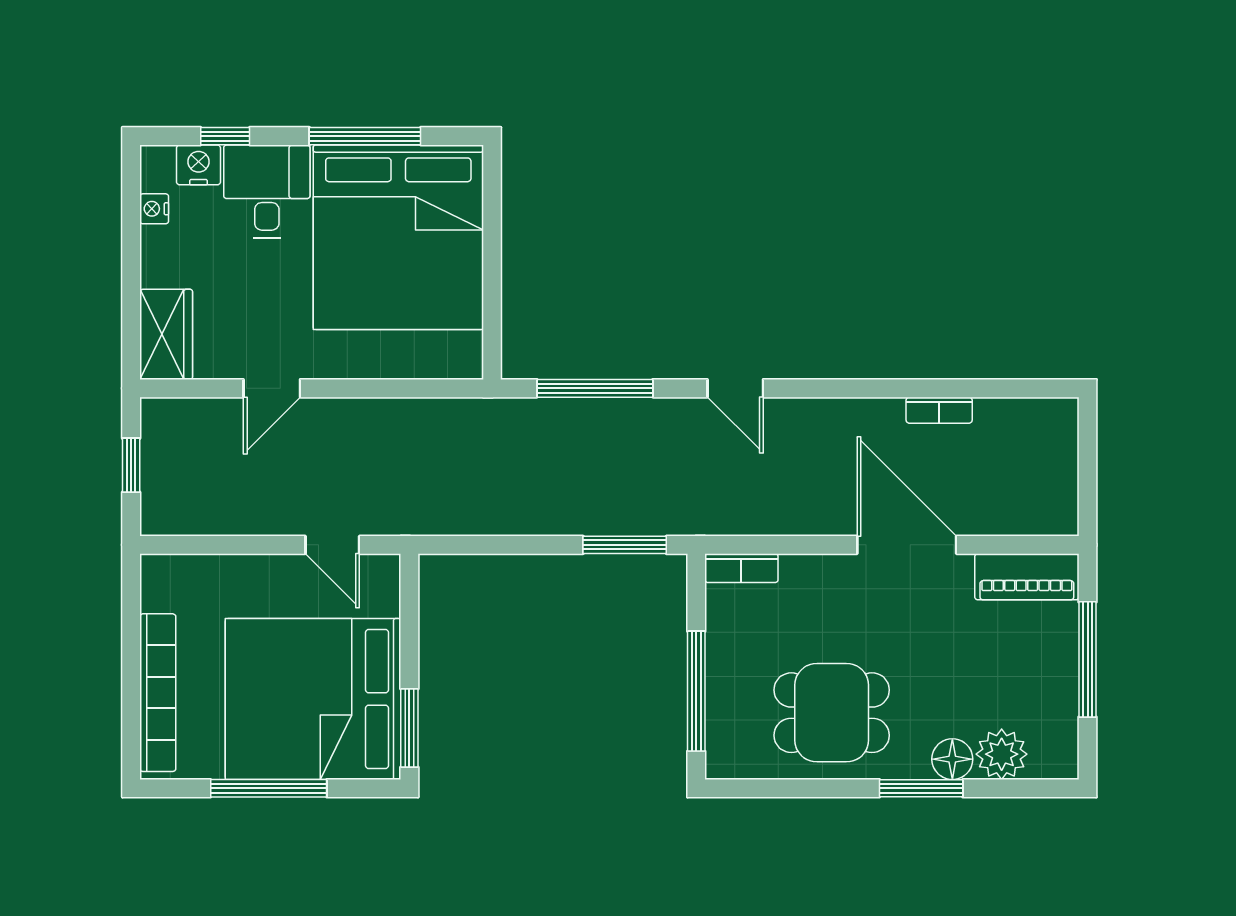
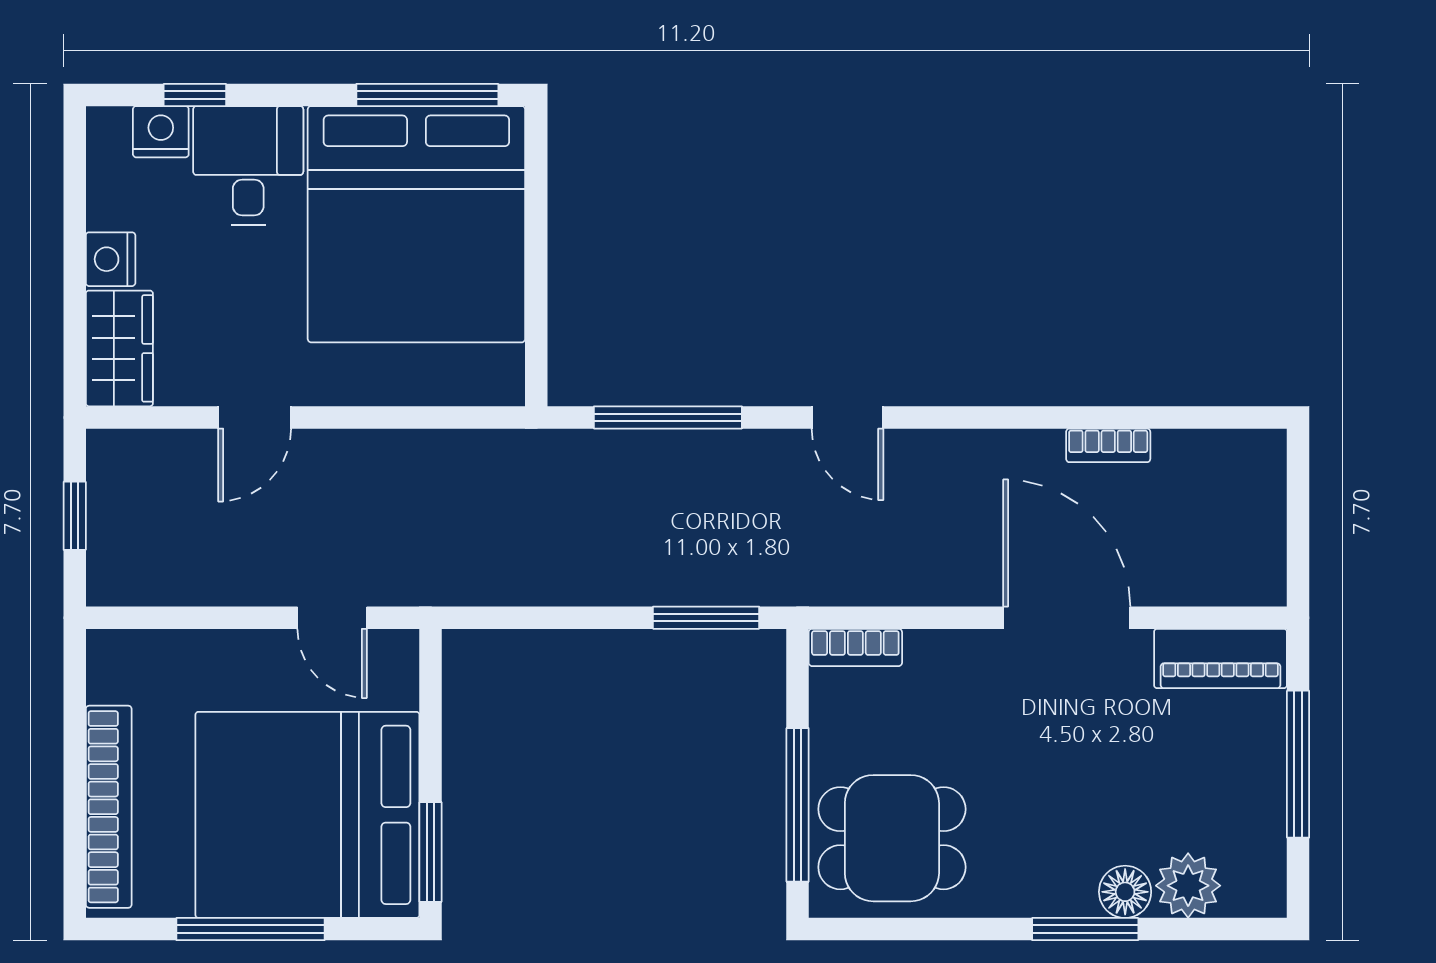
window: (365, 136) -> (427, 95), moved
nightstand: (154, 209) -> (111, 259), moved, width x1.39, depth x1.35
dining table: (832, 713) -> (892, 838), moved

